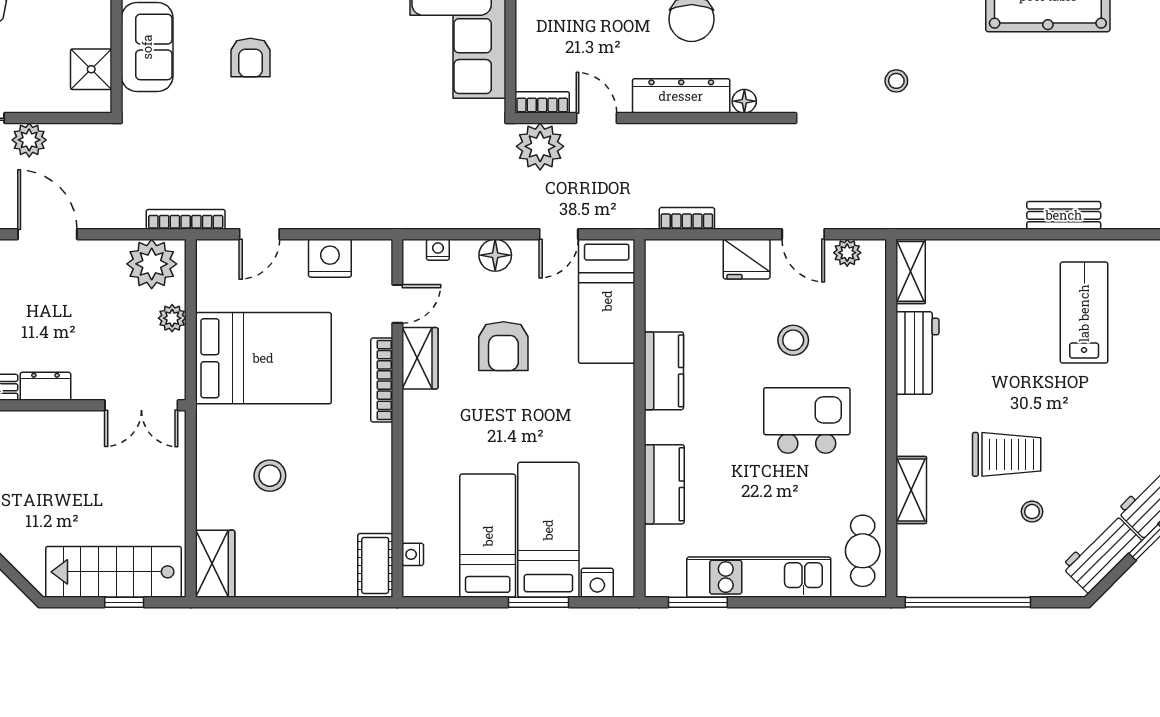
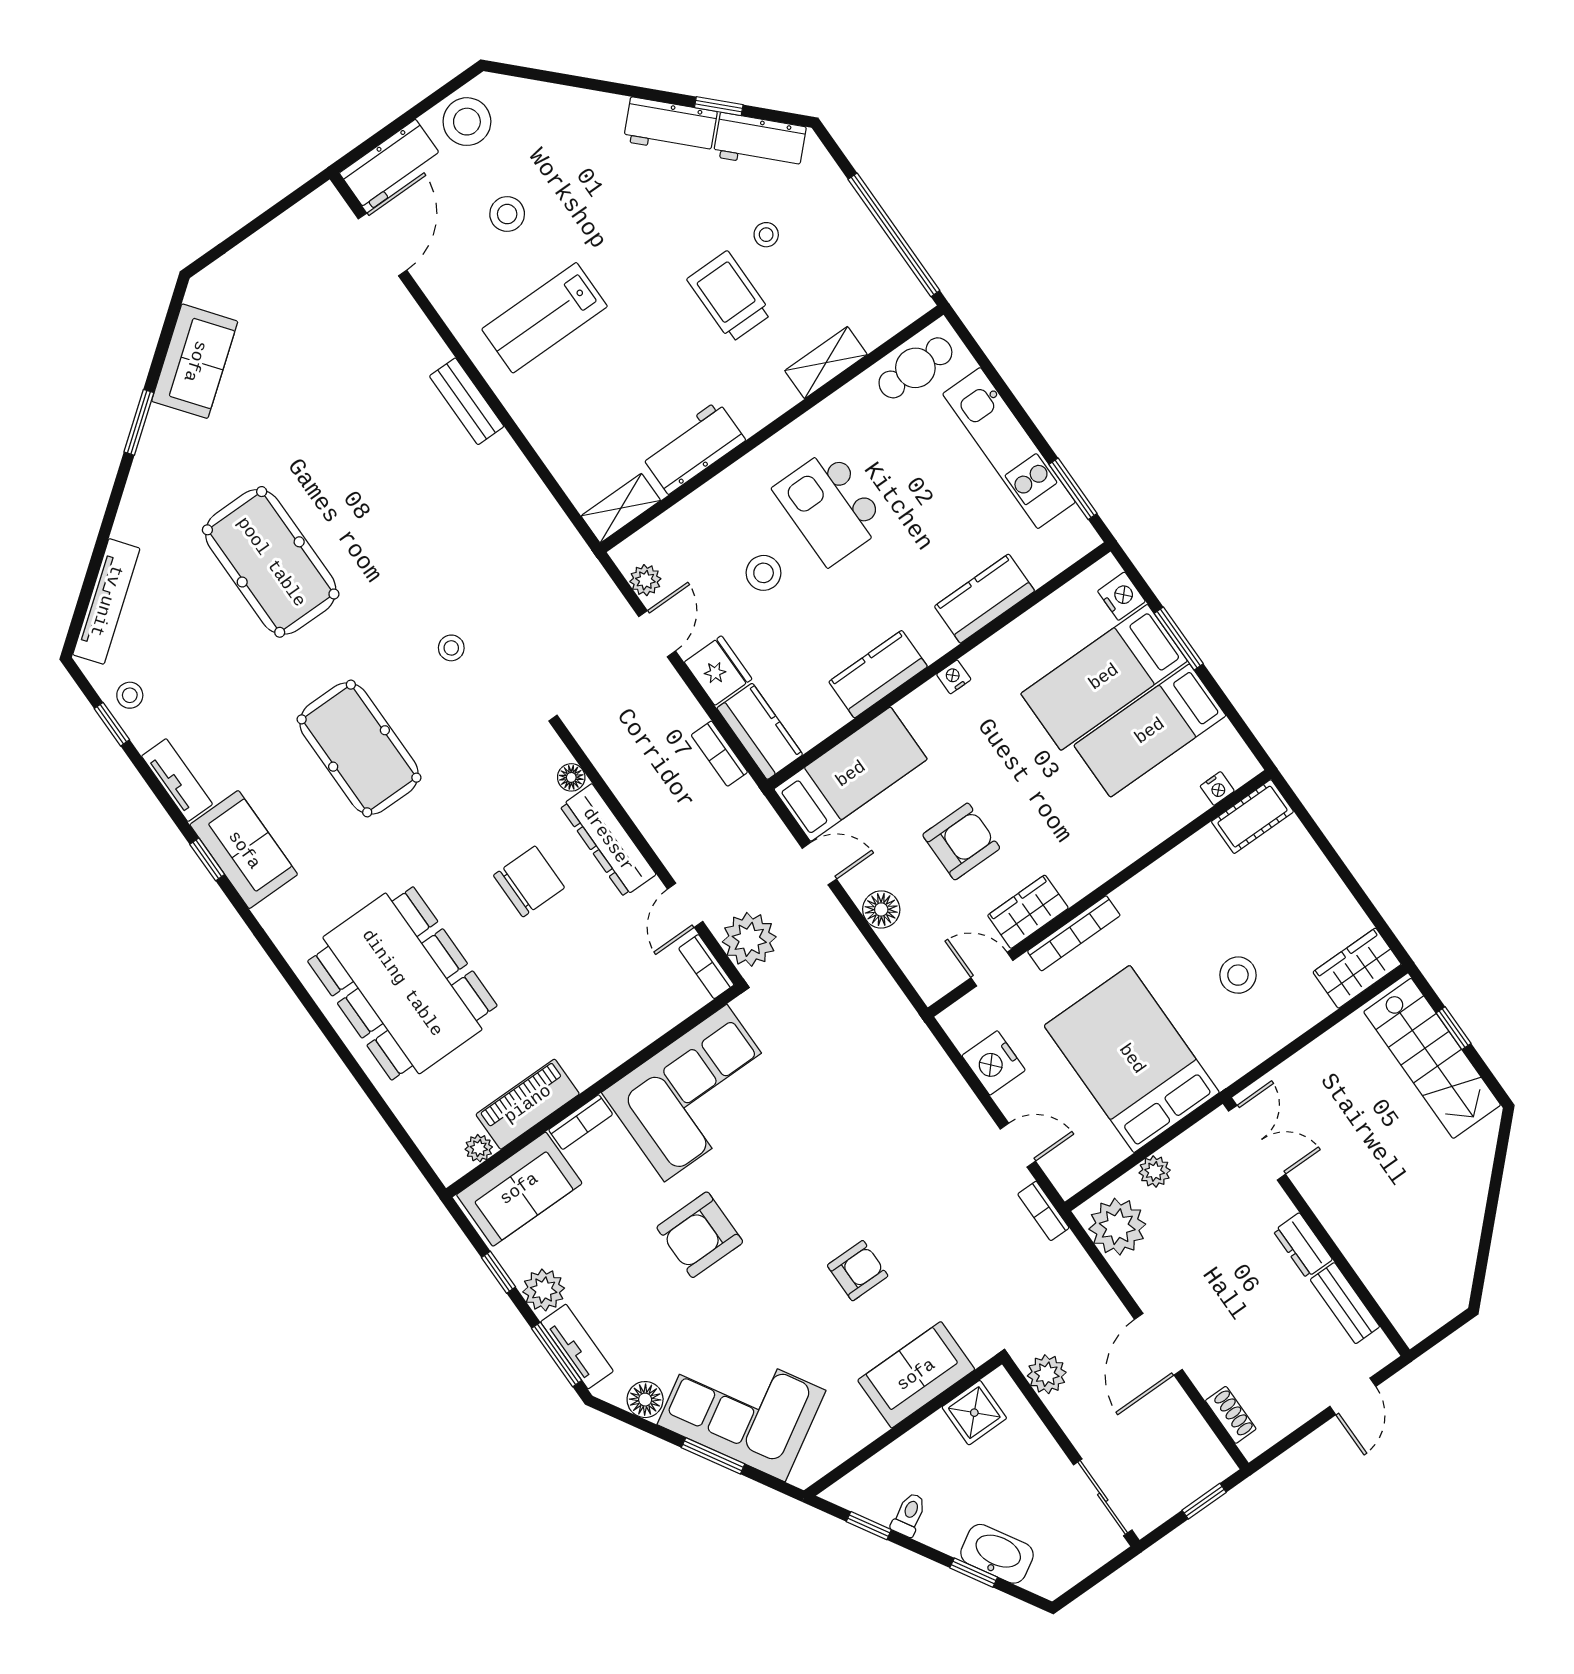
plant: (29, 140) -> (1047, 1374), moved
bookcase: (186, 219) -> (1043, 1211), width x0.64
nightstand: (438, 250) -> (954, 677), moved, turned 90
kitchen counter: (683, 258) -> (760, 731), added

